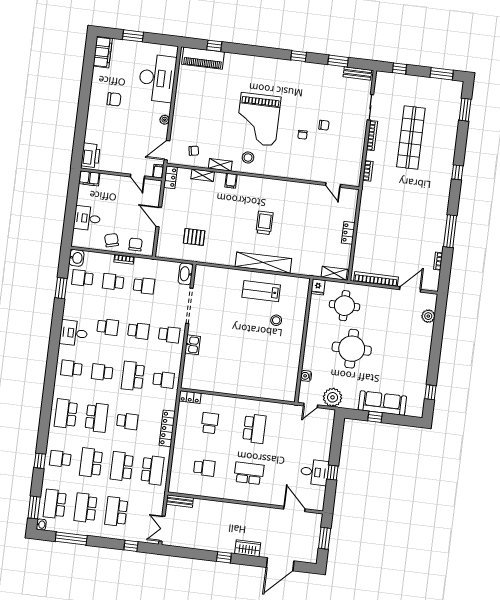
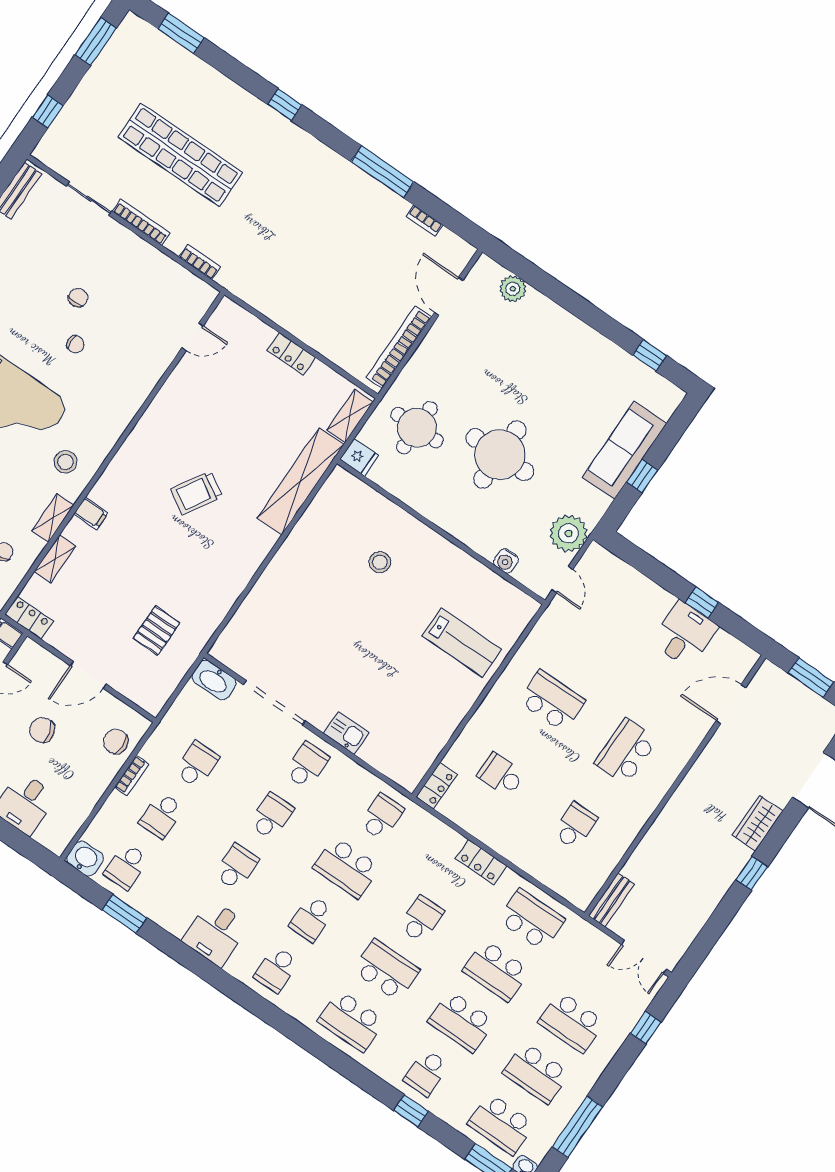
trolley: (265, 223) -> (196, 493), turned -59
chair: (112, 240) -> (42, 730), moved
shelving: (263, 263) -> (300, 481), moved
lab bench: (261, 291) -> (462, 643), moved, turned -90
locker: (167, 428) -> (481, 862), width x0.66

